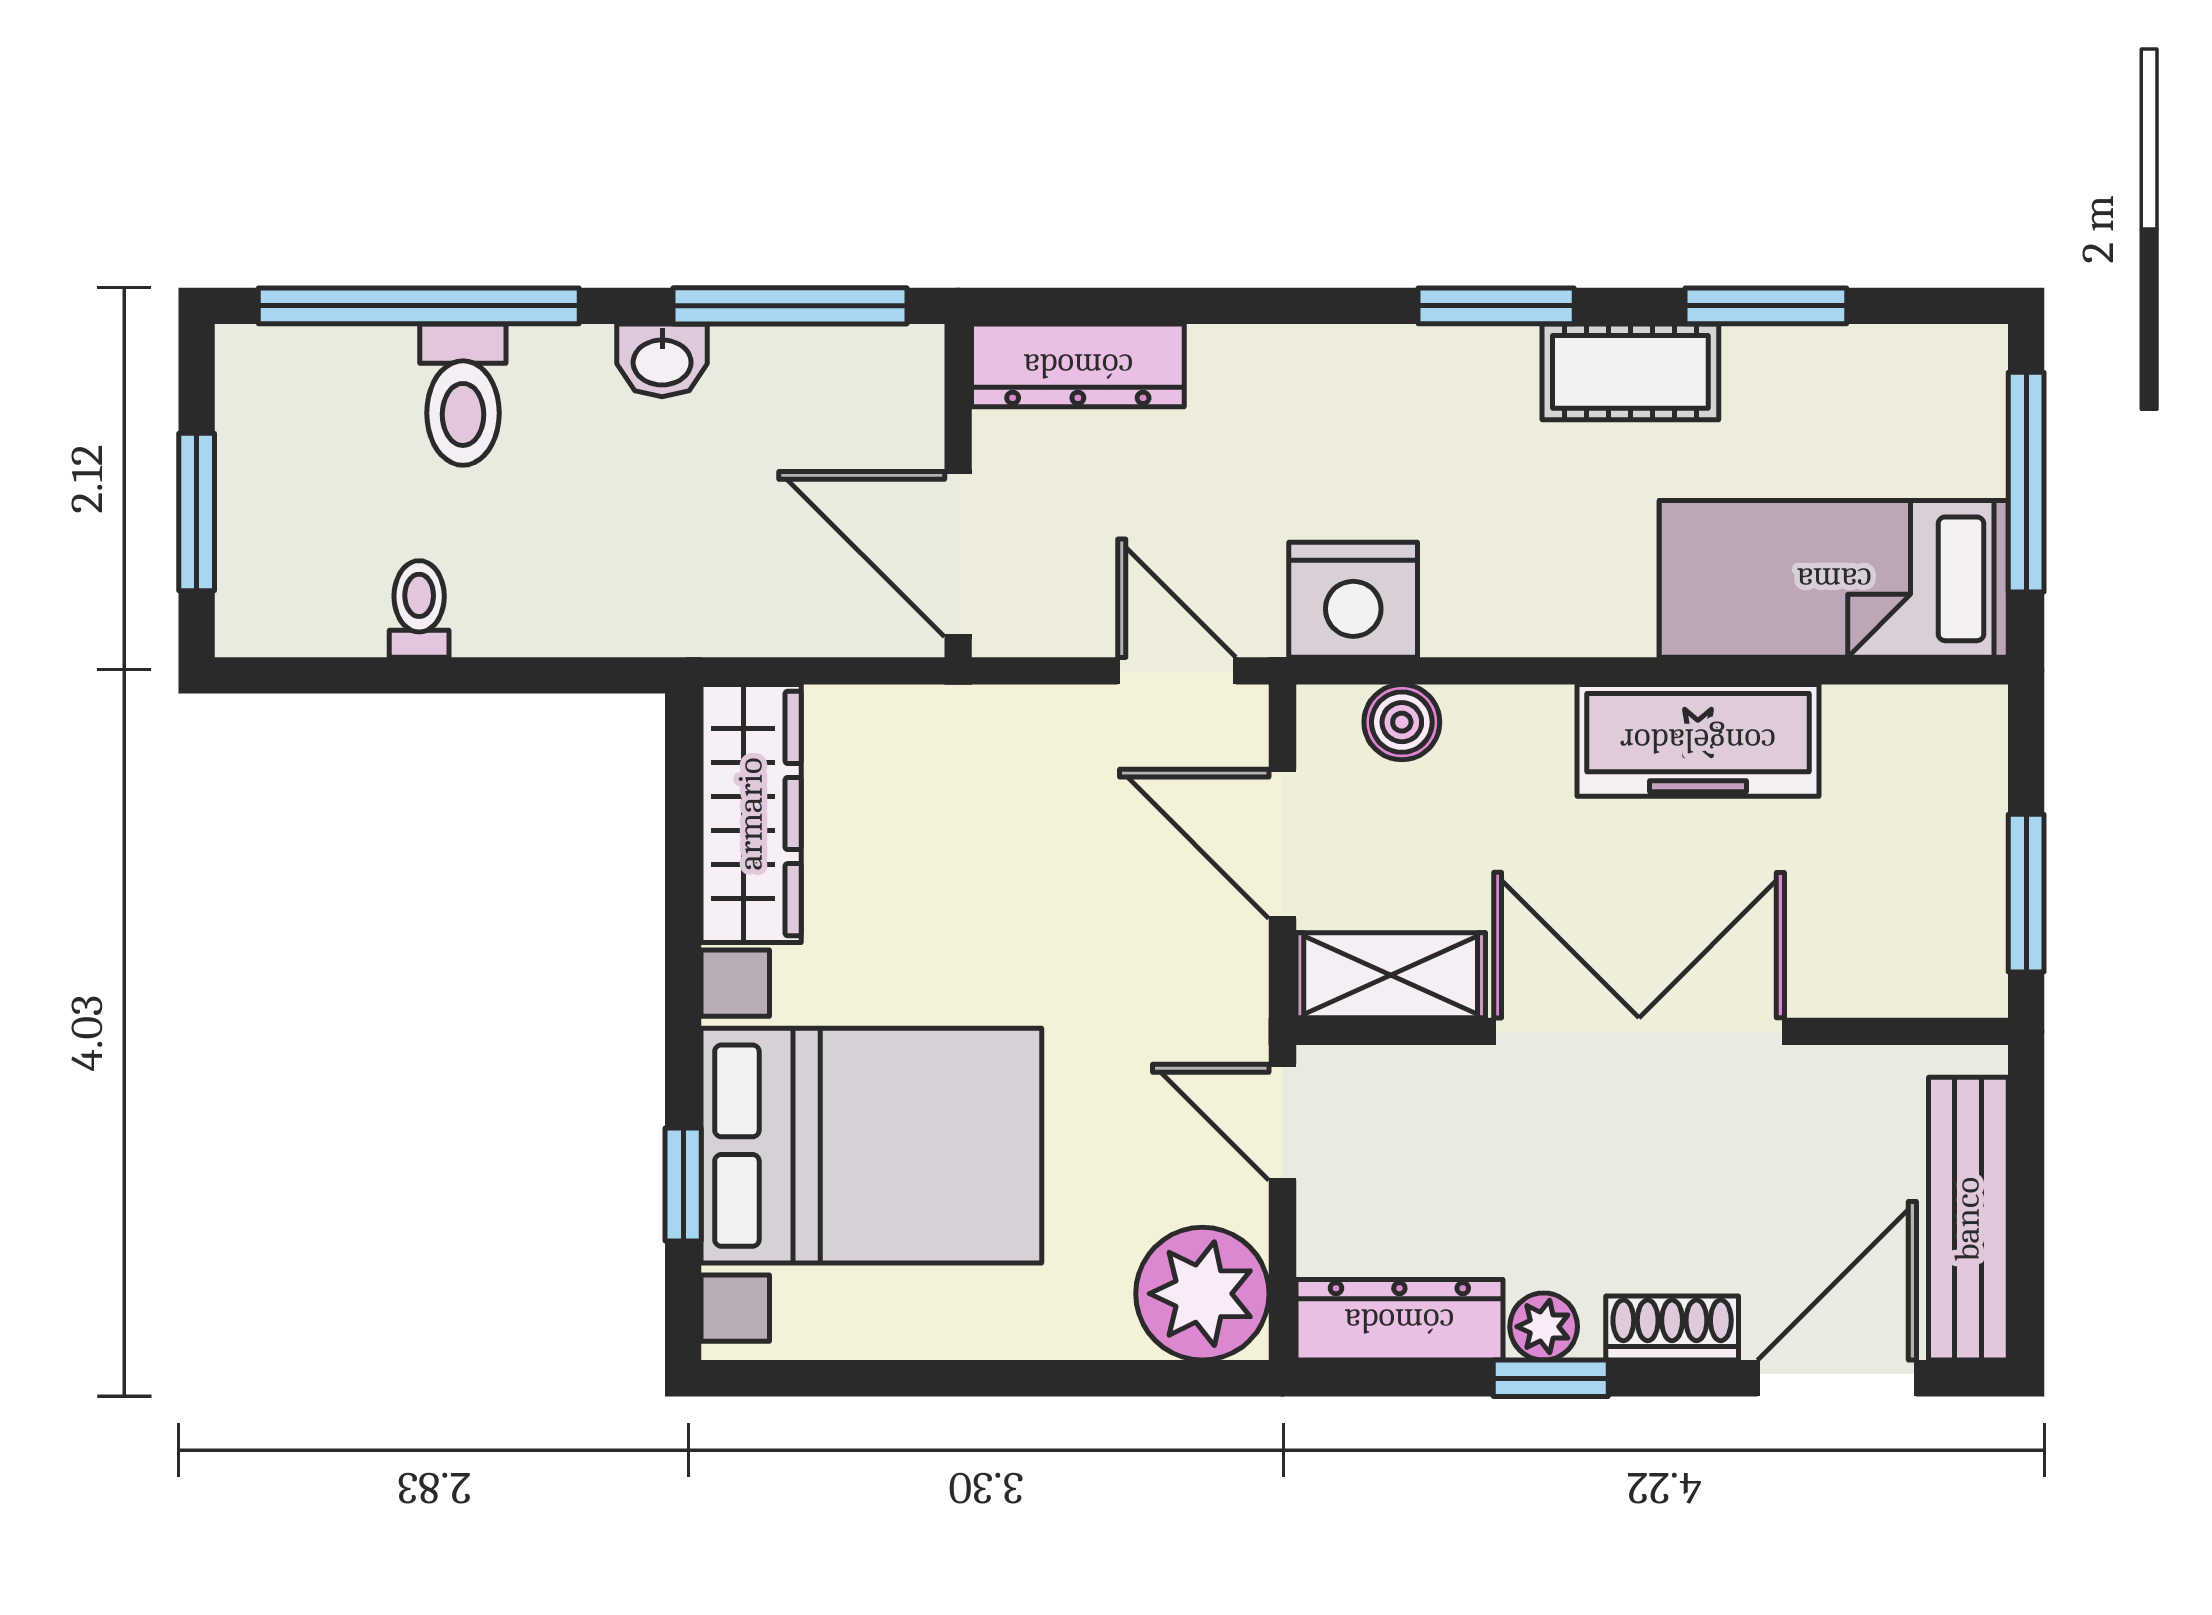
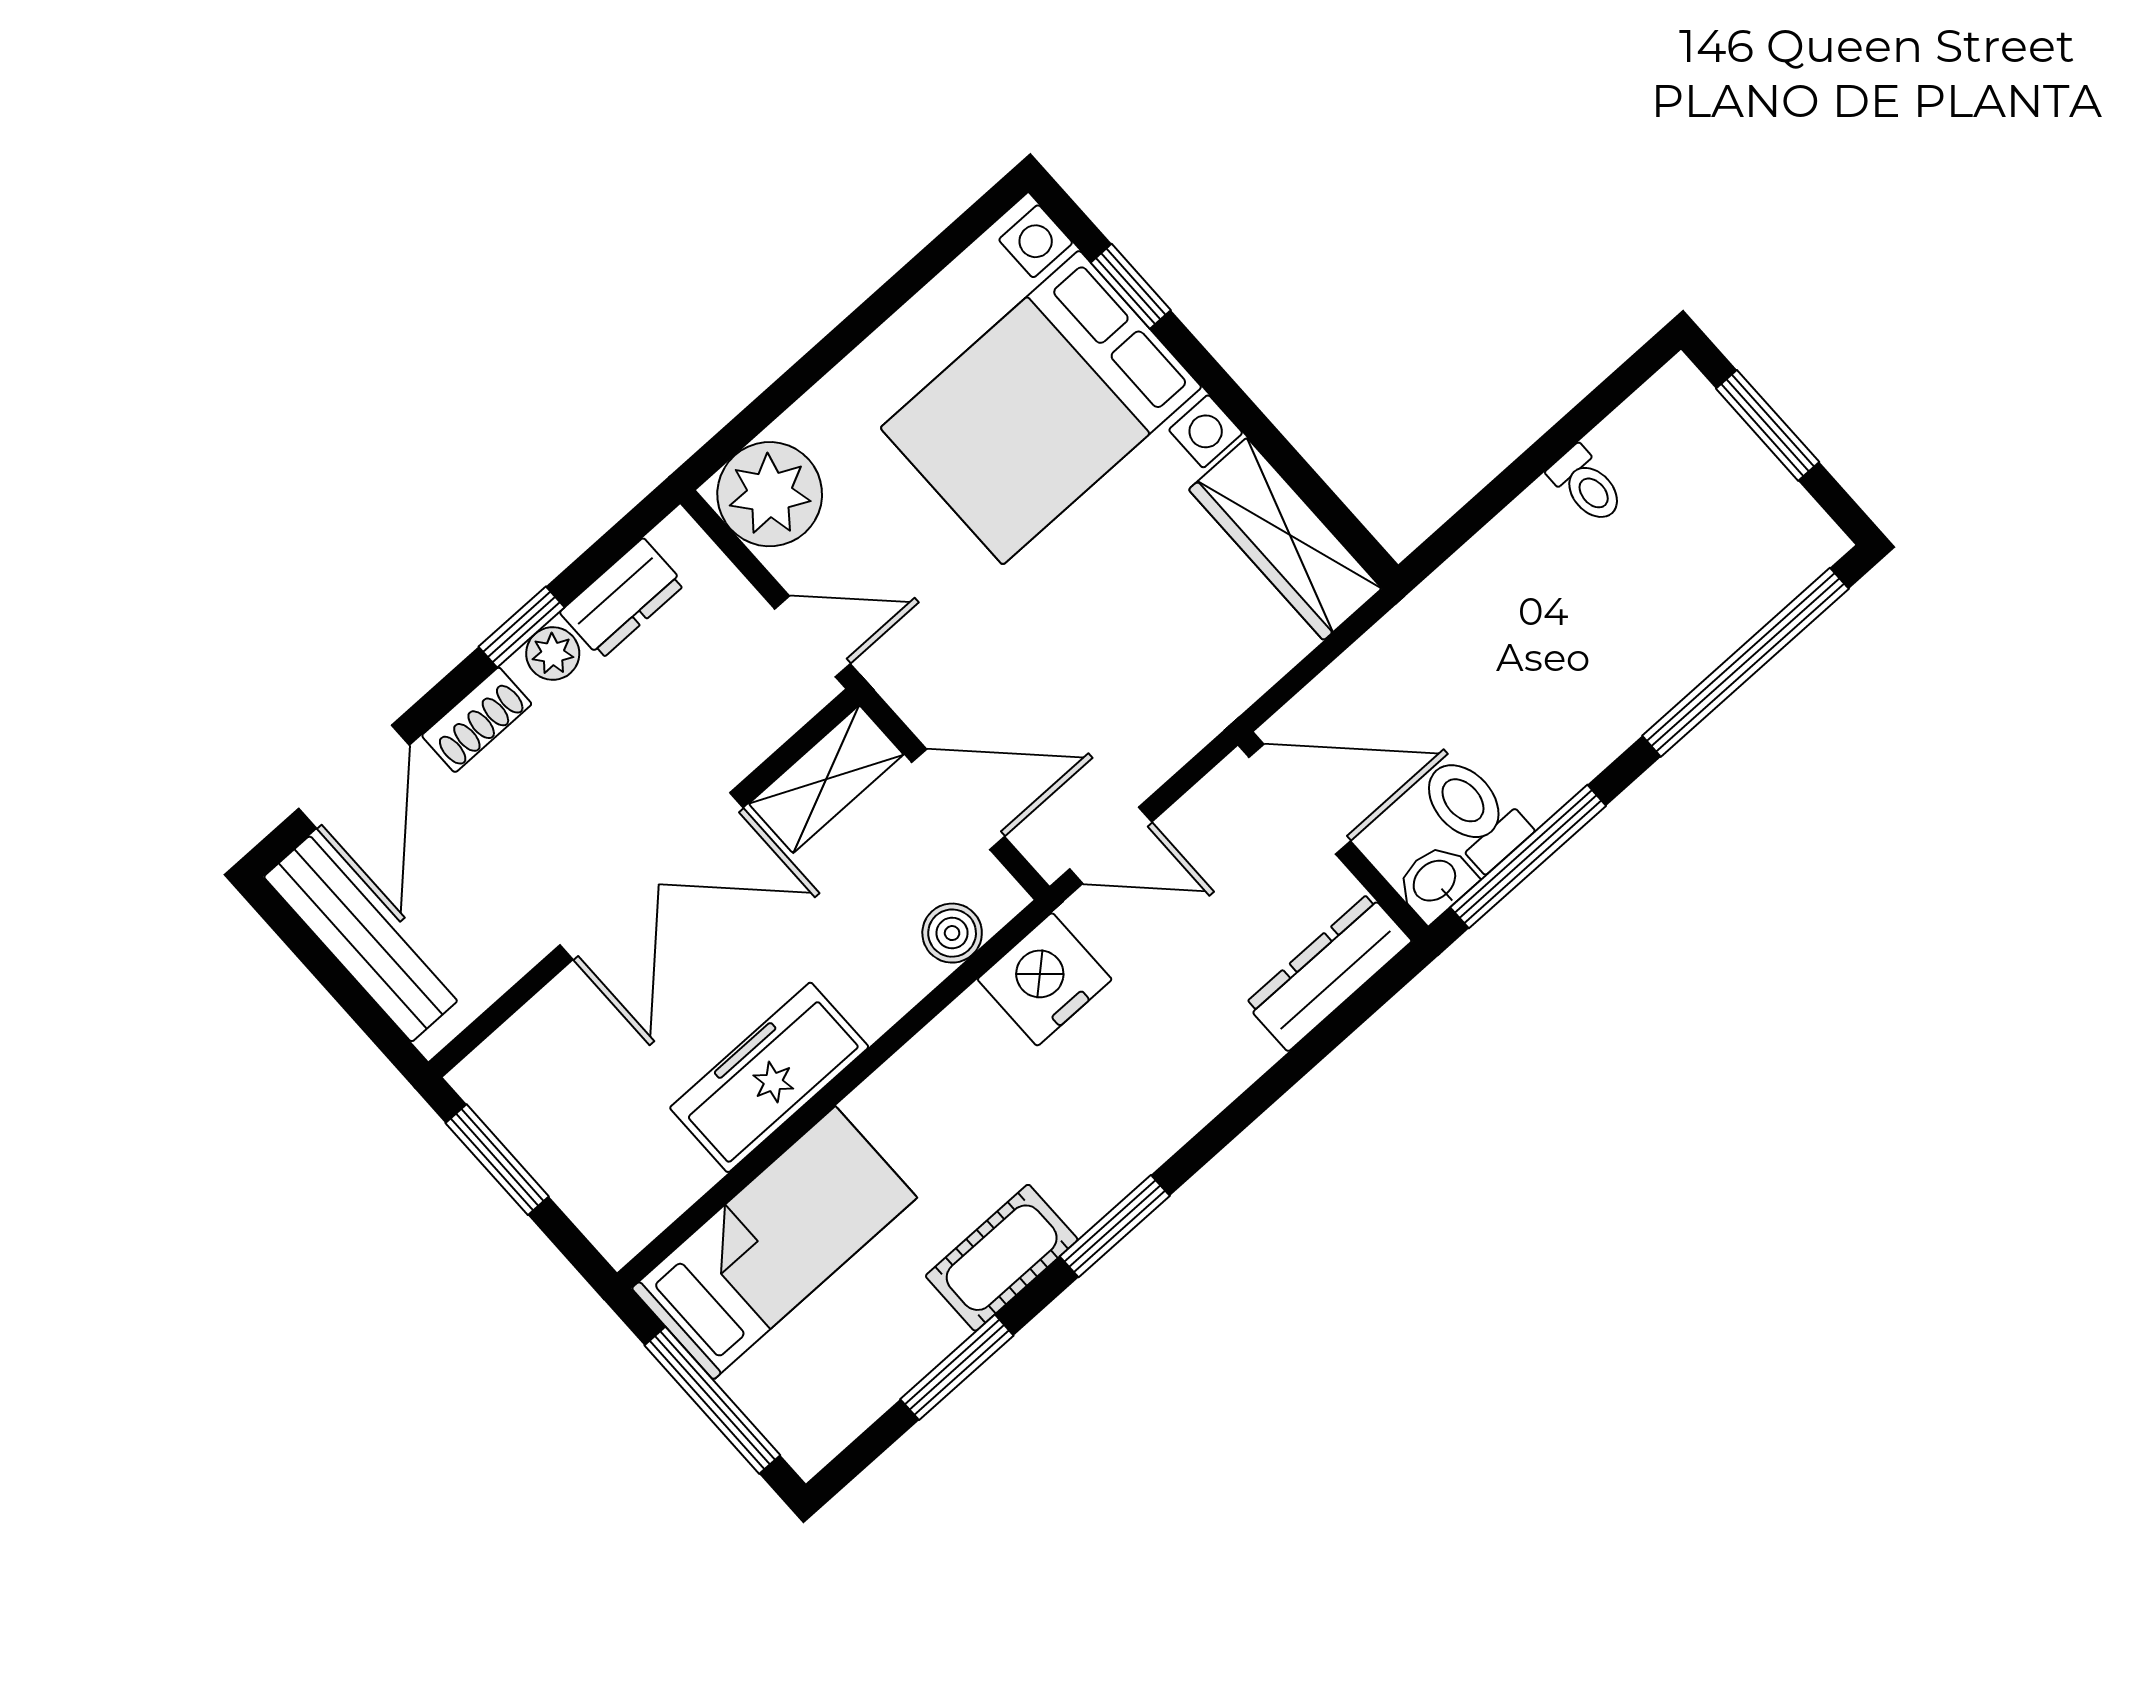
washbasin: (662, 360) -> (1436, 882), moved
toilet: (463, 395) -> (1473, 812), moved
dresser: (1399, 1320) -> (622, 598), width x0.70

